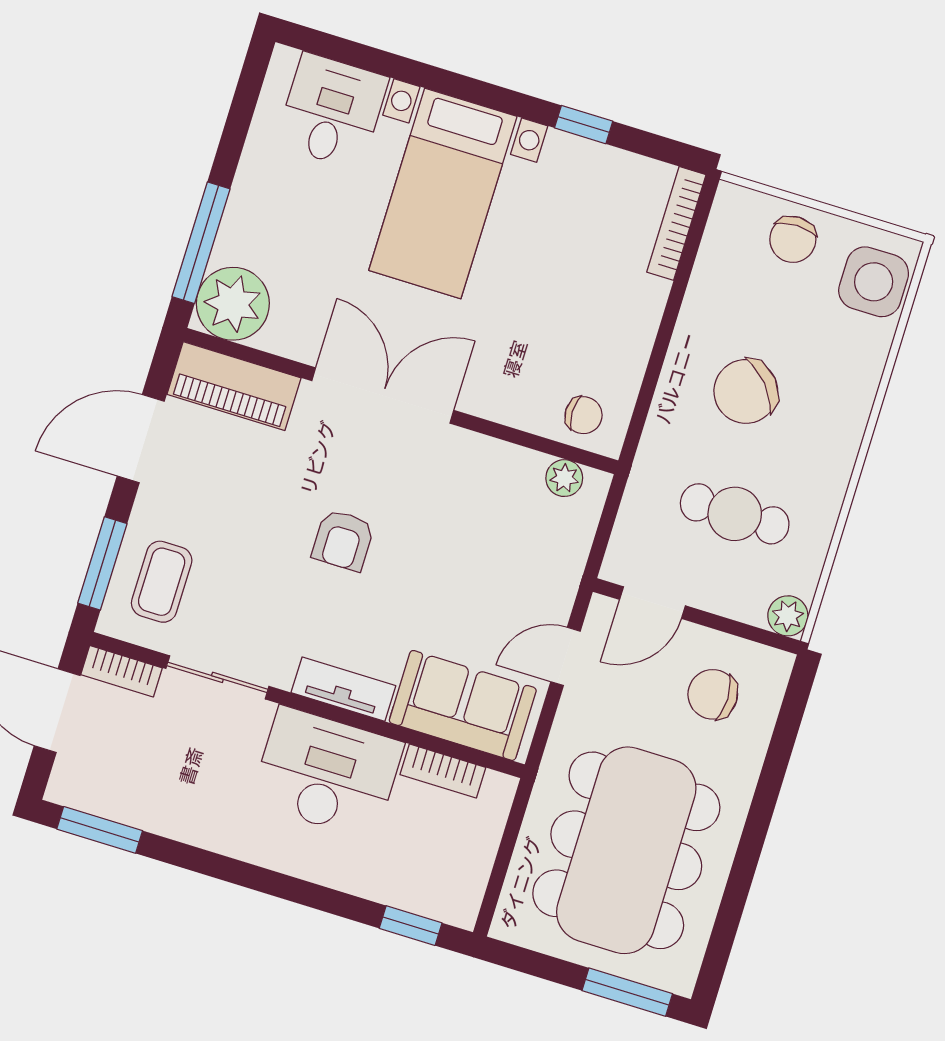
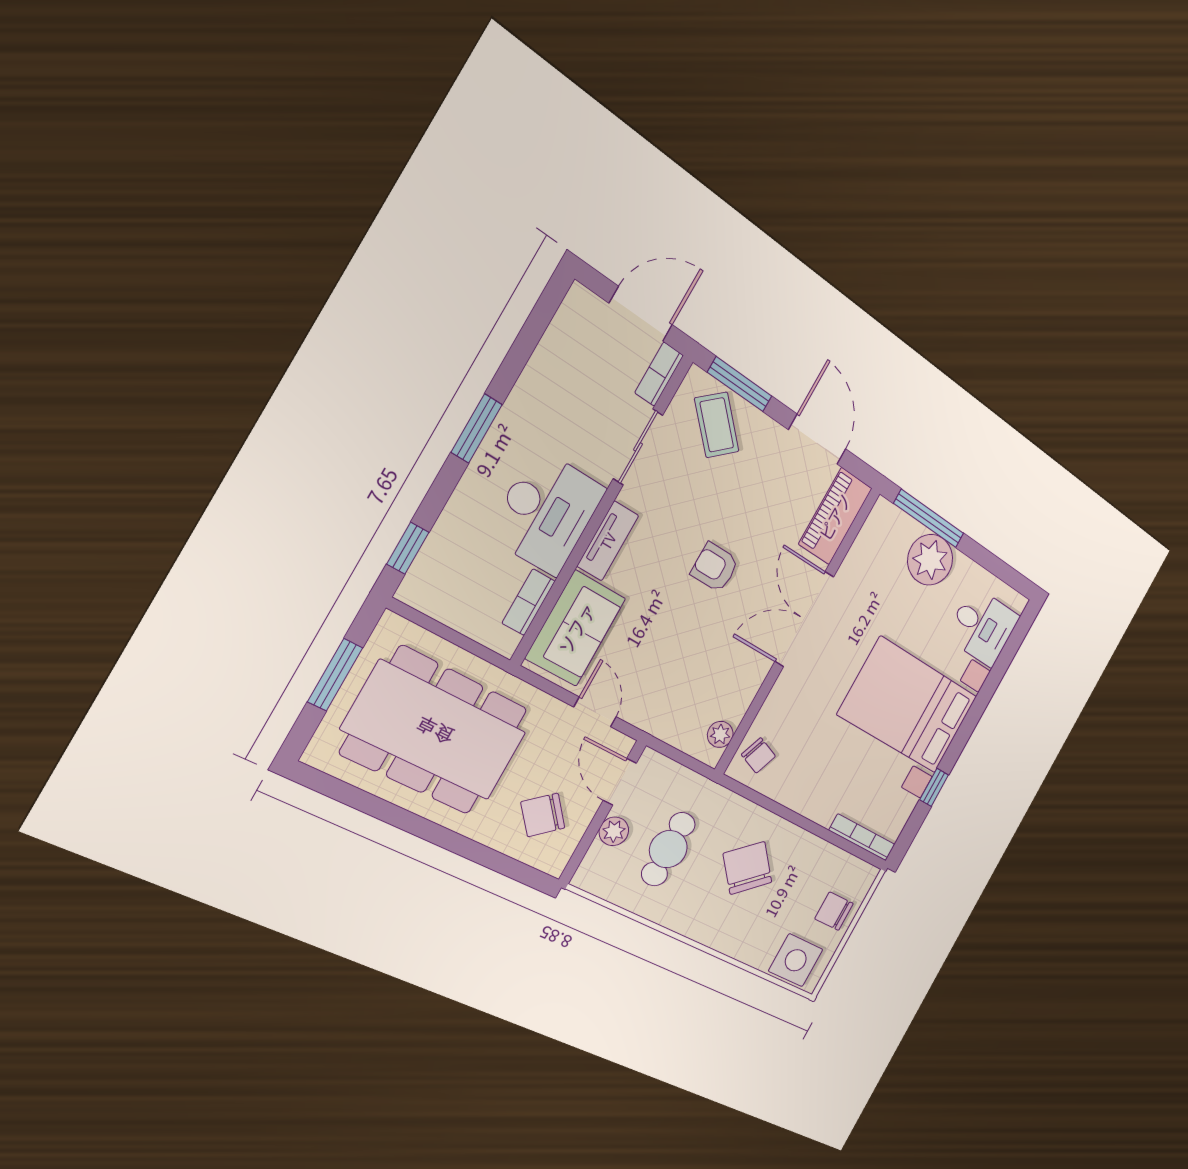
bed with nightstands: (443, 193) -> (908, 705), width x1.36
plant: (233, 304) -> (930, 560), moved
double door: (383, 395) -> (804, 619), swing flipped
chair: (584, 415) -> (758, 755), turned -69
coffee table: (162, 582) -> (717, 425), turned 47
plant: (788, 616) -> (614, 831), moved
chair: (713, 694) -> (543, 815), turned -130
window: (100, 830) -> (477, 428), moved
window: (627, 992) -> (335, 675), moved

